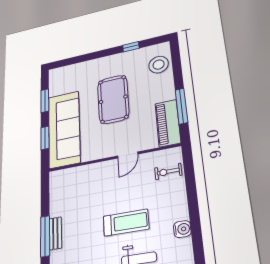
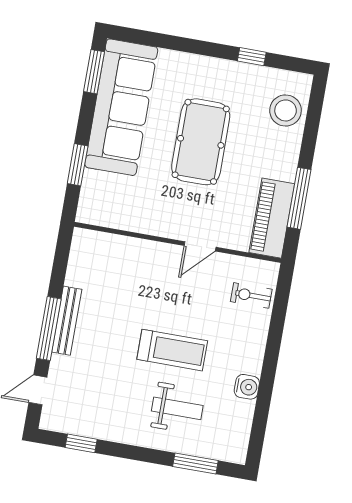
window: (45, 101) -> (94, 72), moved
sofa: (64, 129) -> (121, 107), moved
bench: (55, 233) -> (67, 321), width x1.36

